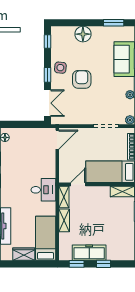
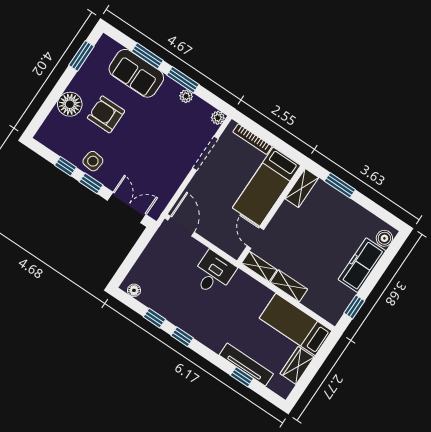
window: (48, 41) -> (66, 166), moved
armchair: (82, 79) -> (106, 114), moved
desk: (43, 190) -> (213, 273), moved
freezer: (89, 253) -> (362, 265), moved
boiler: (125, 255) -> (384, 238), added
window: (104, 264) -> (377, 273), removed

